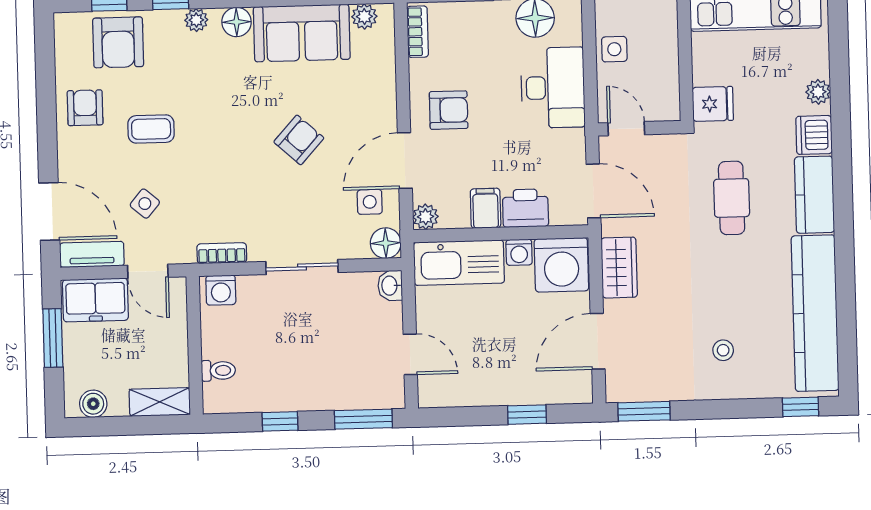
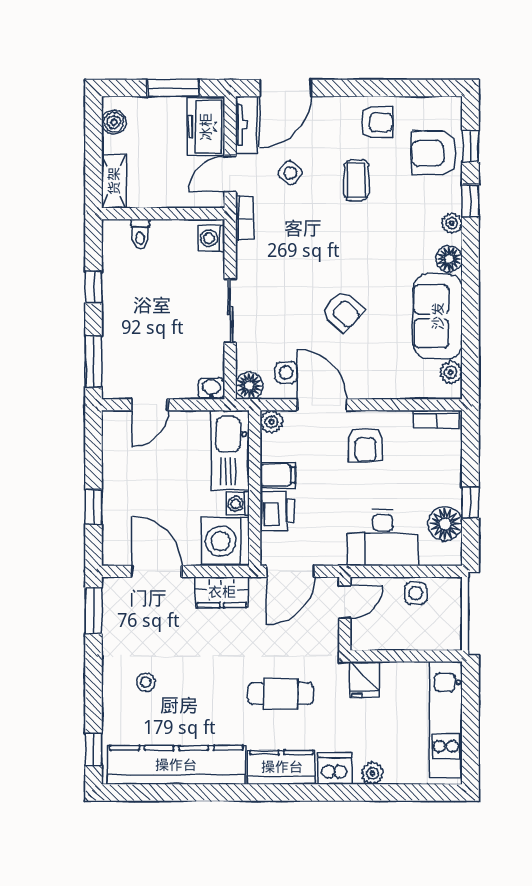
bookcase: (222, 253) -> (244, 218), moved

